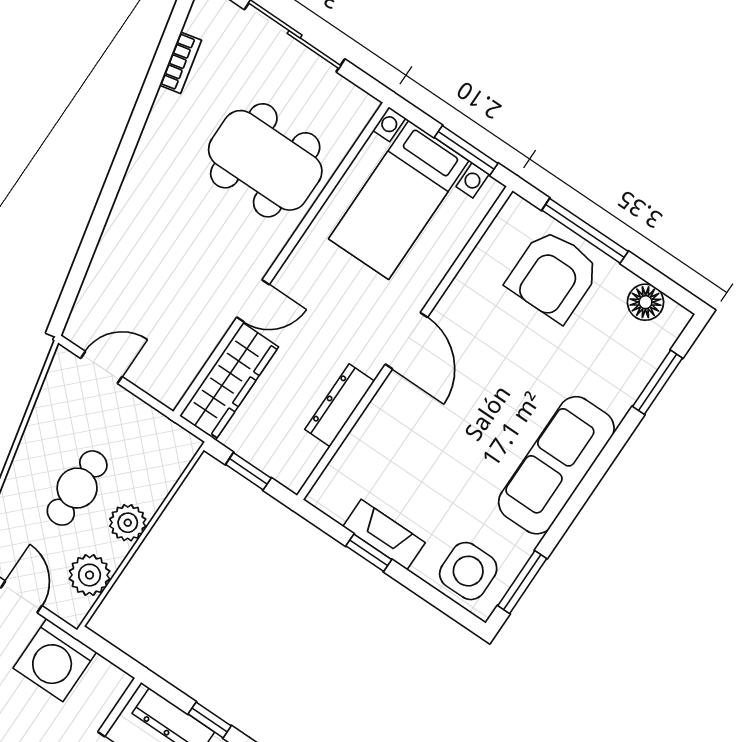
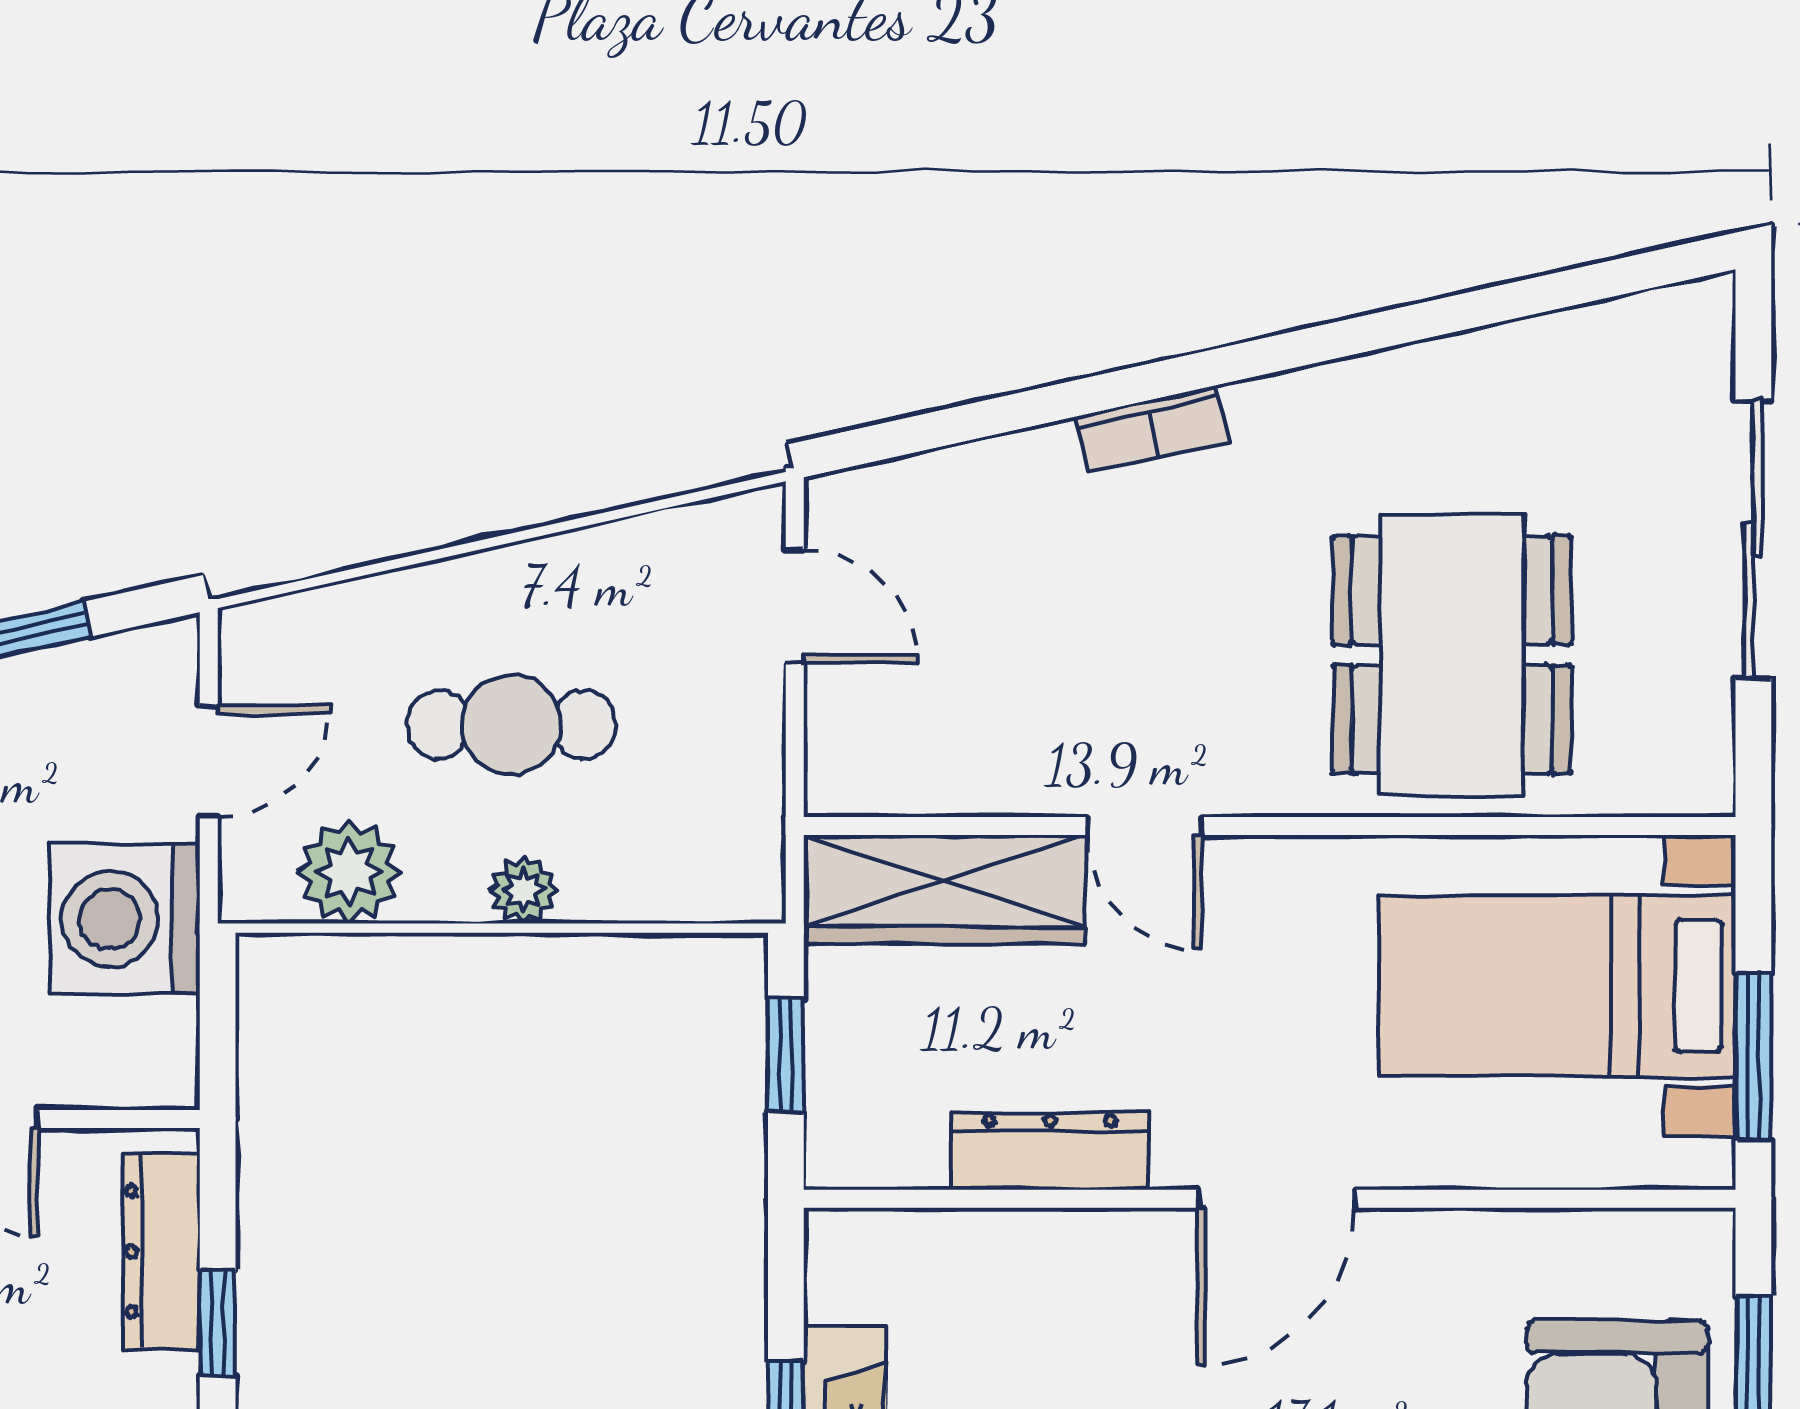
bookcase: (180, 63) -> (1152, 429), moved
plant: (128, 523) -> (523, 890), width x0.73, depth x0.73

